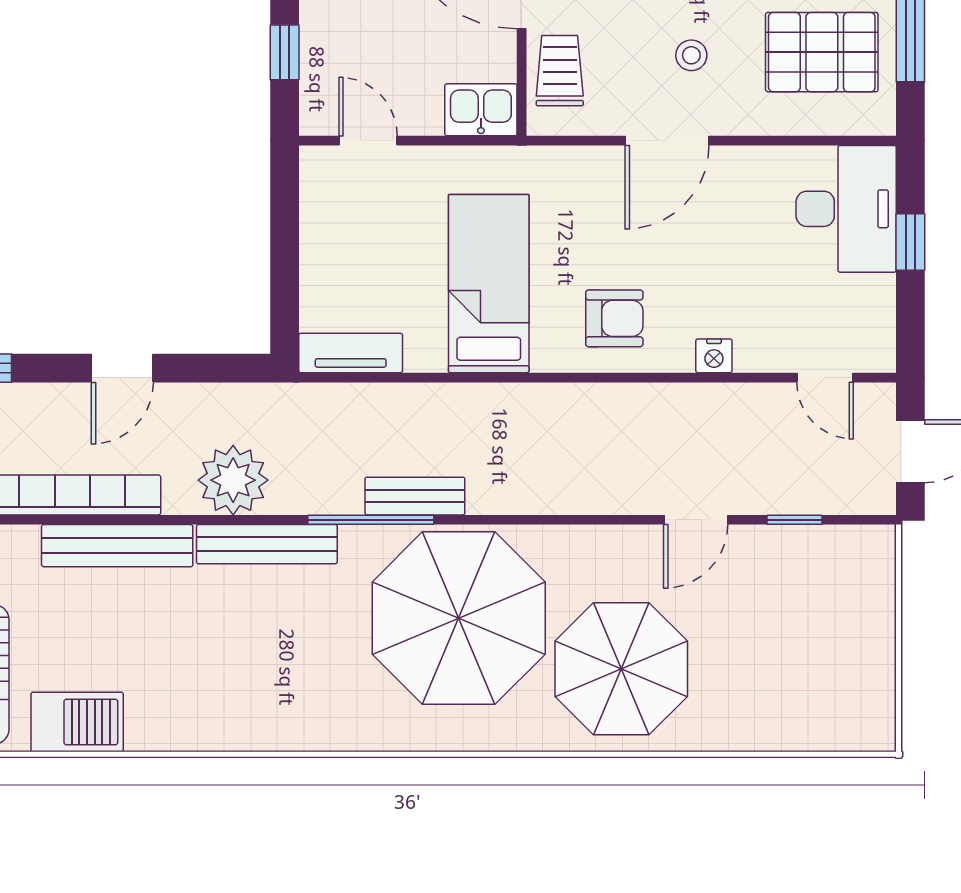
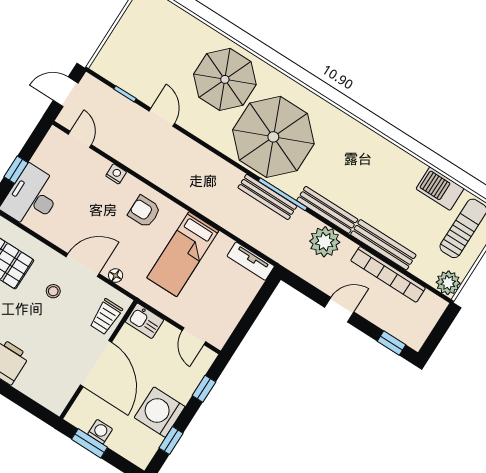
floor lamp: (591, 161) -> (116, 276), added
bench: (415, 496) -> (267, 197), width x1.36
door: (696, 520) -> (162, 117), hinge flipped

